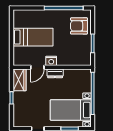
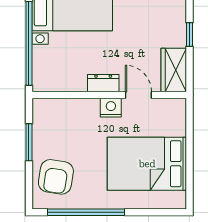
armchair: (79, 26) -> (56, 177), turned 99
bed: (33, 37) -> (147, 164), width x1.50
door: (37, 67) -> (138, 95), hinge flipped

